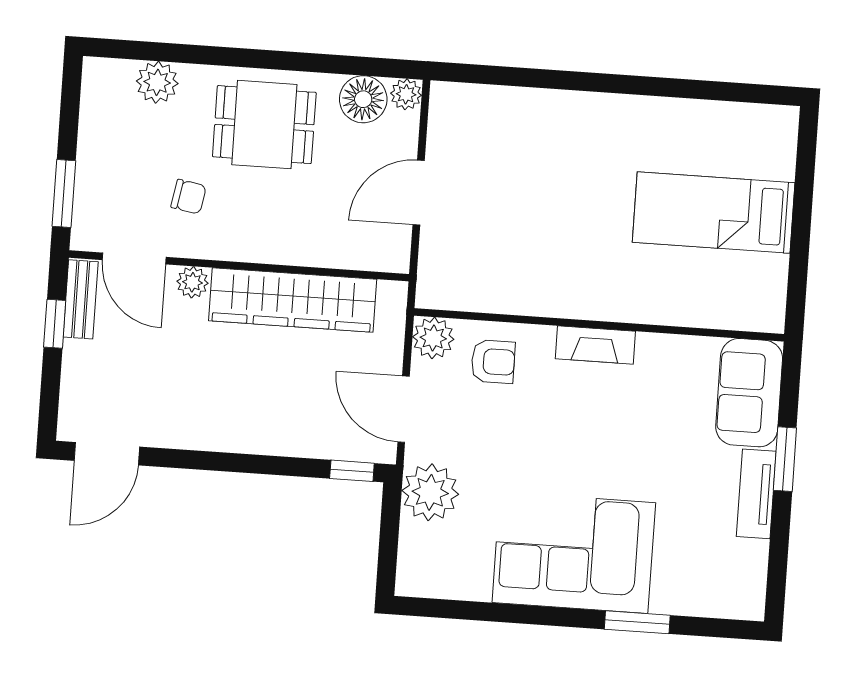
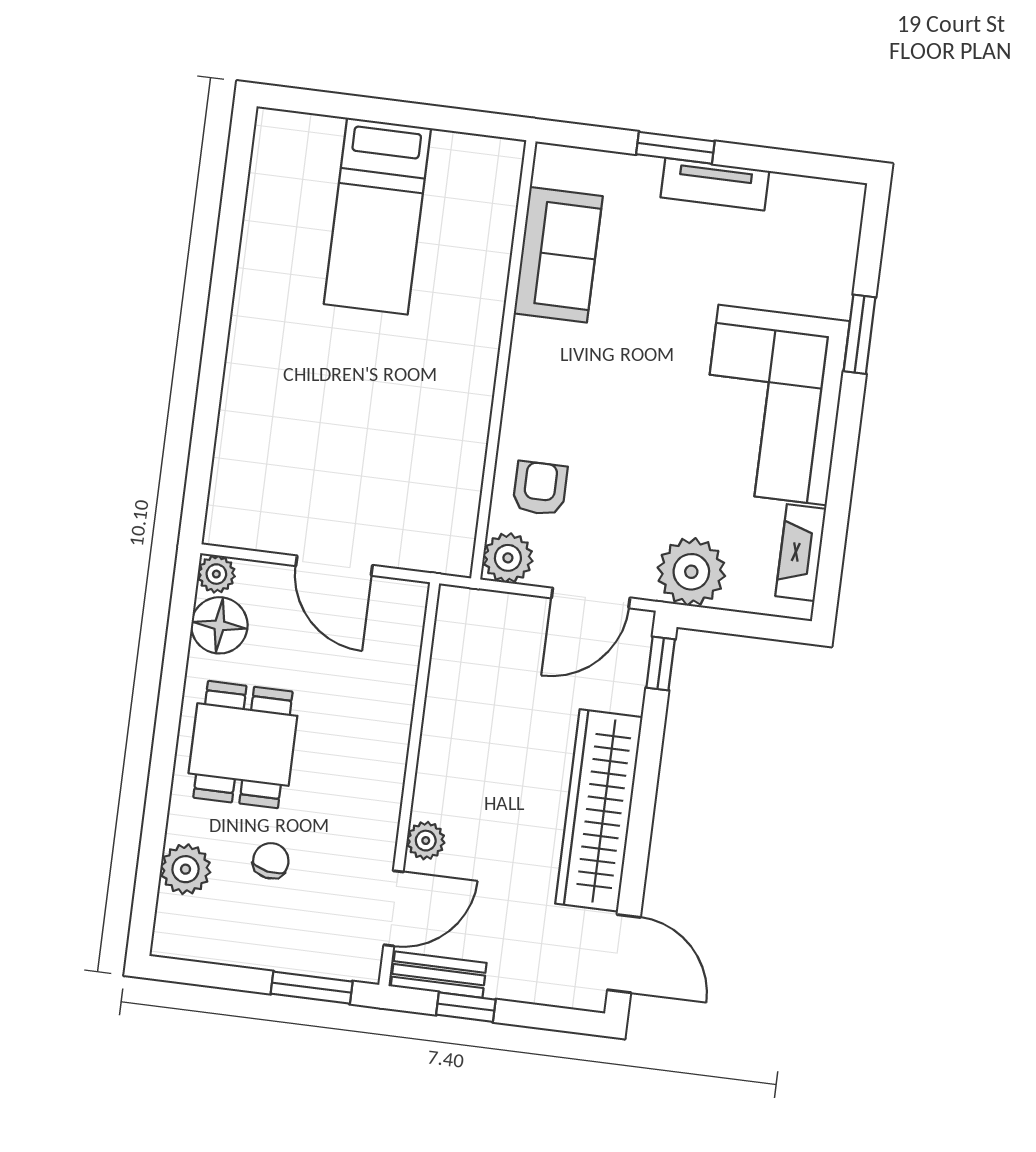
chair: (189, 197) -> (271, 861), moved
wardrobe: (293, 300) -> (599, 810), moved, turned 180
fireplace: (595, 345) -> (801, 553), moved, turned 180
sofa: (749, 393) -> (558, 255), moved, turned -90

